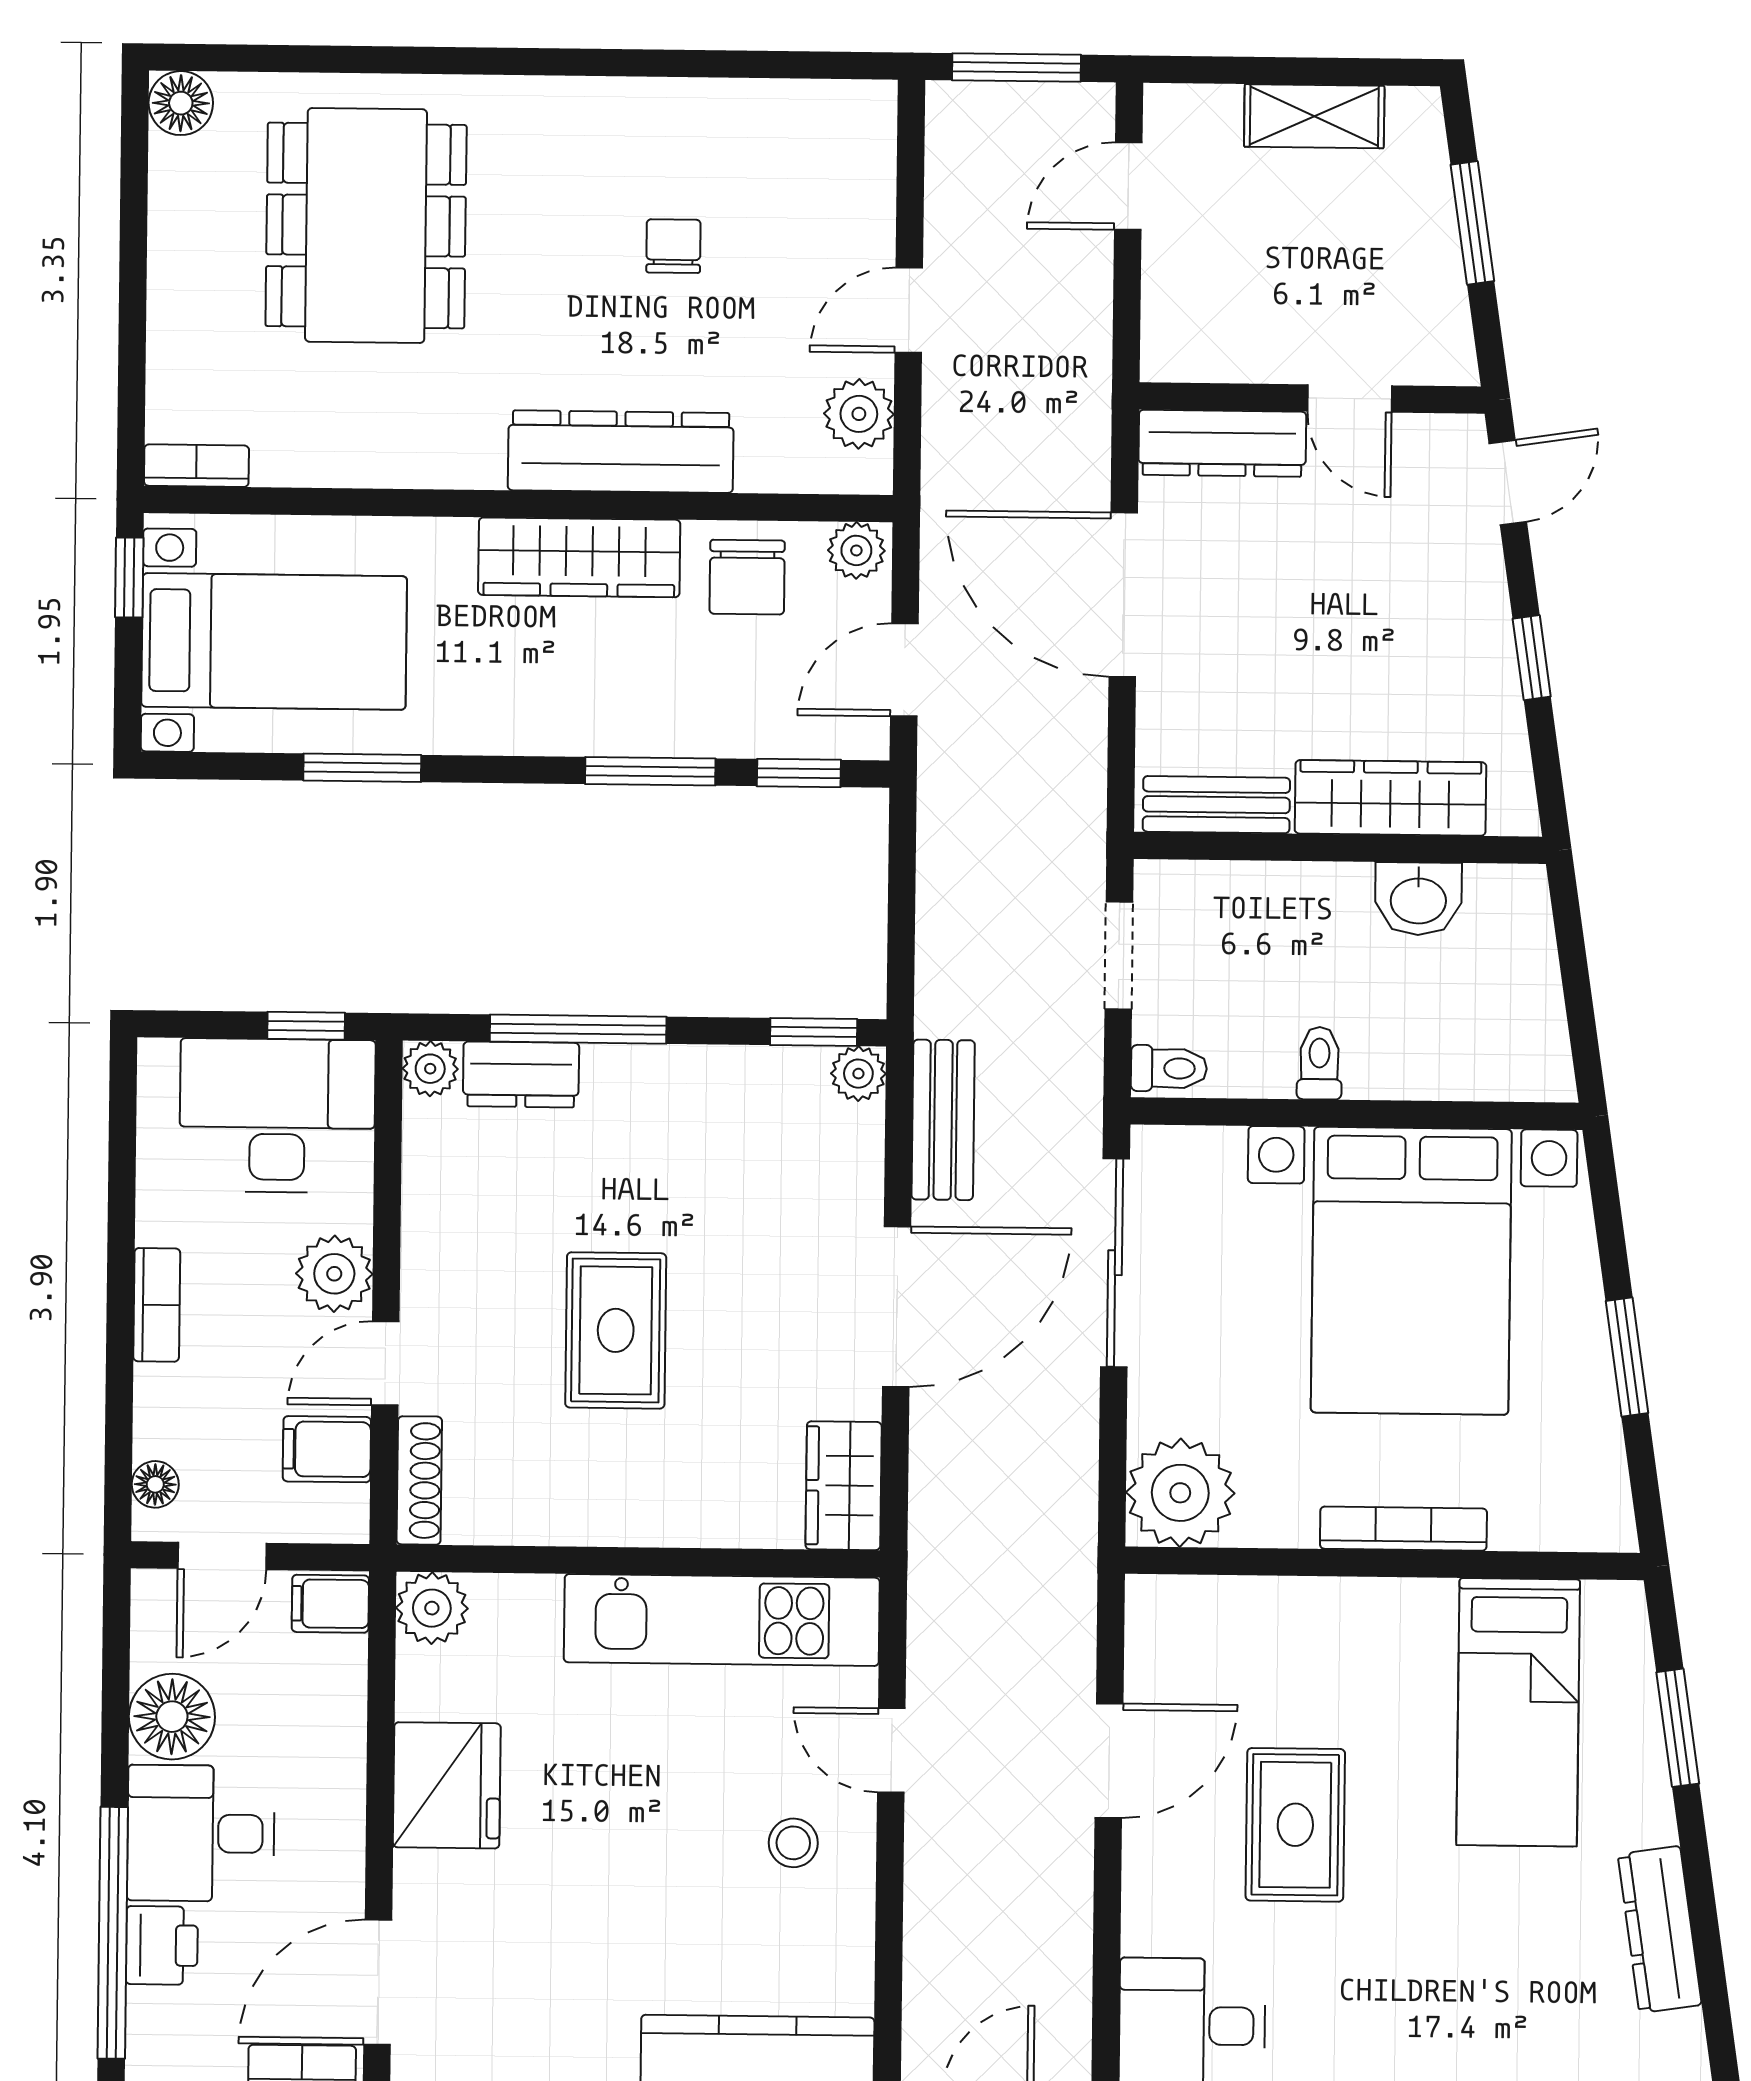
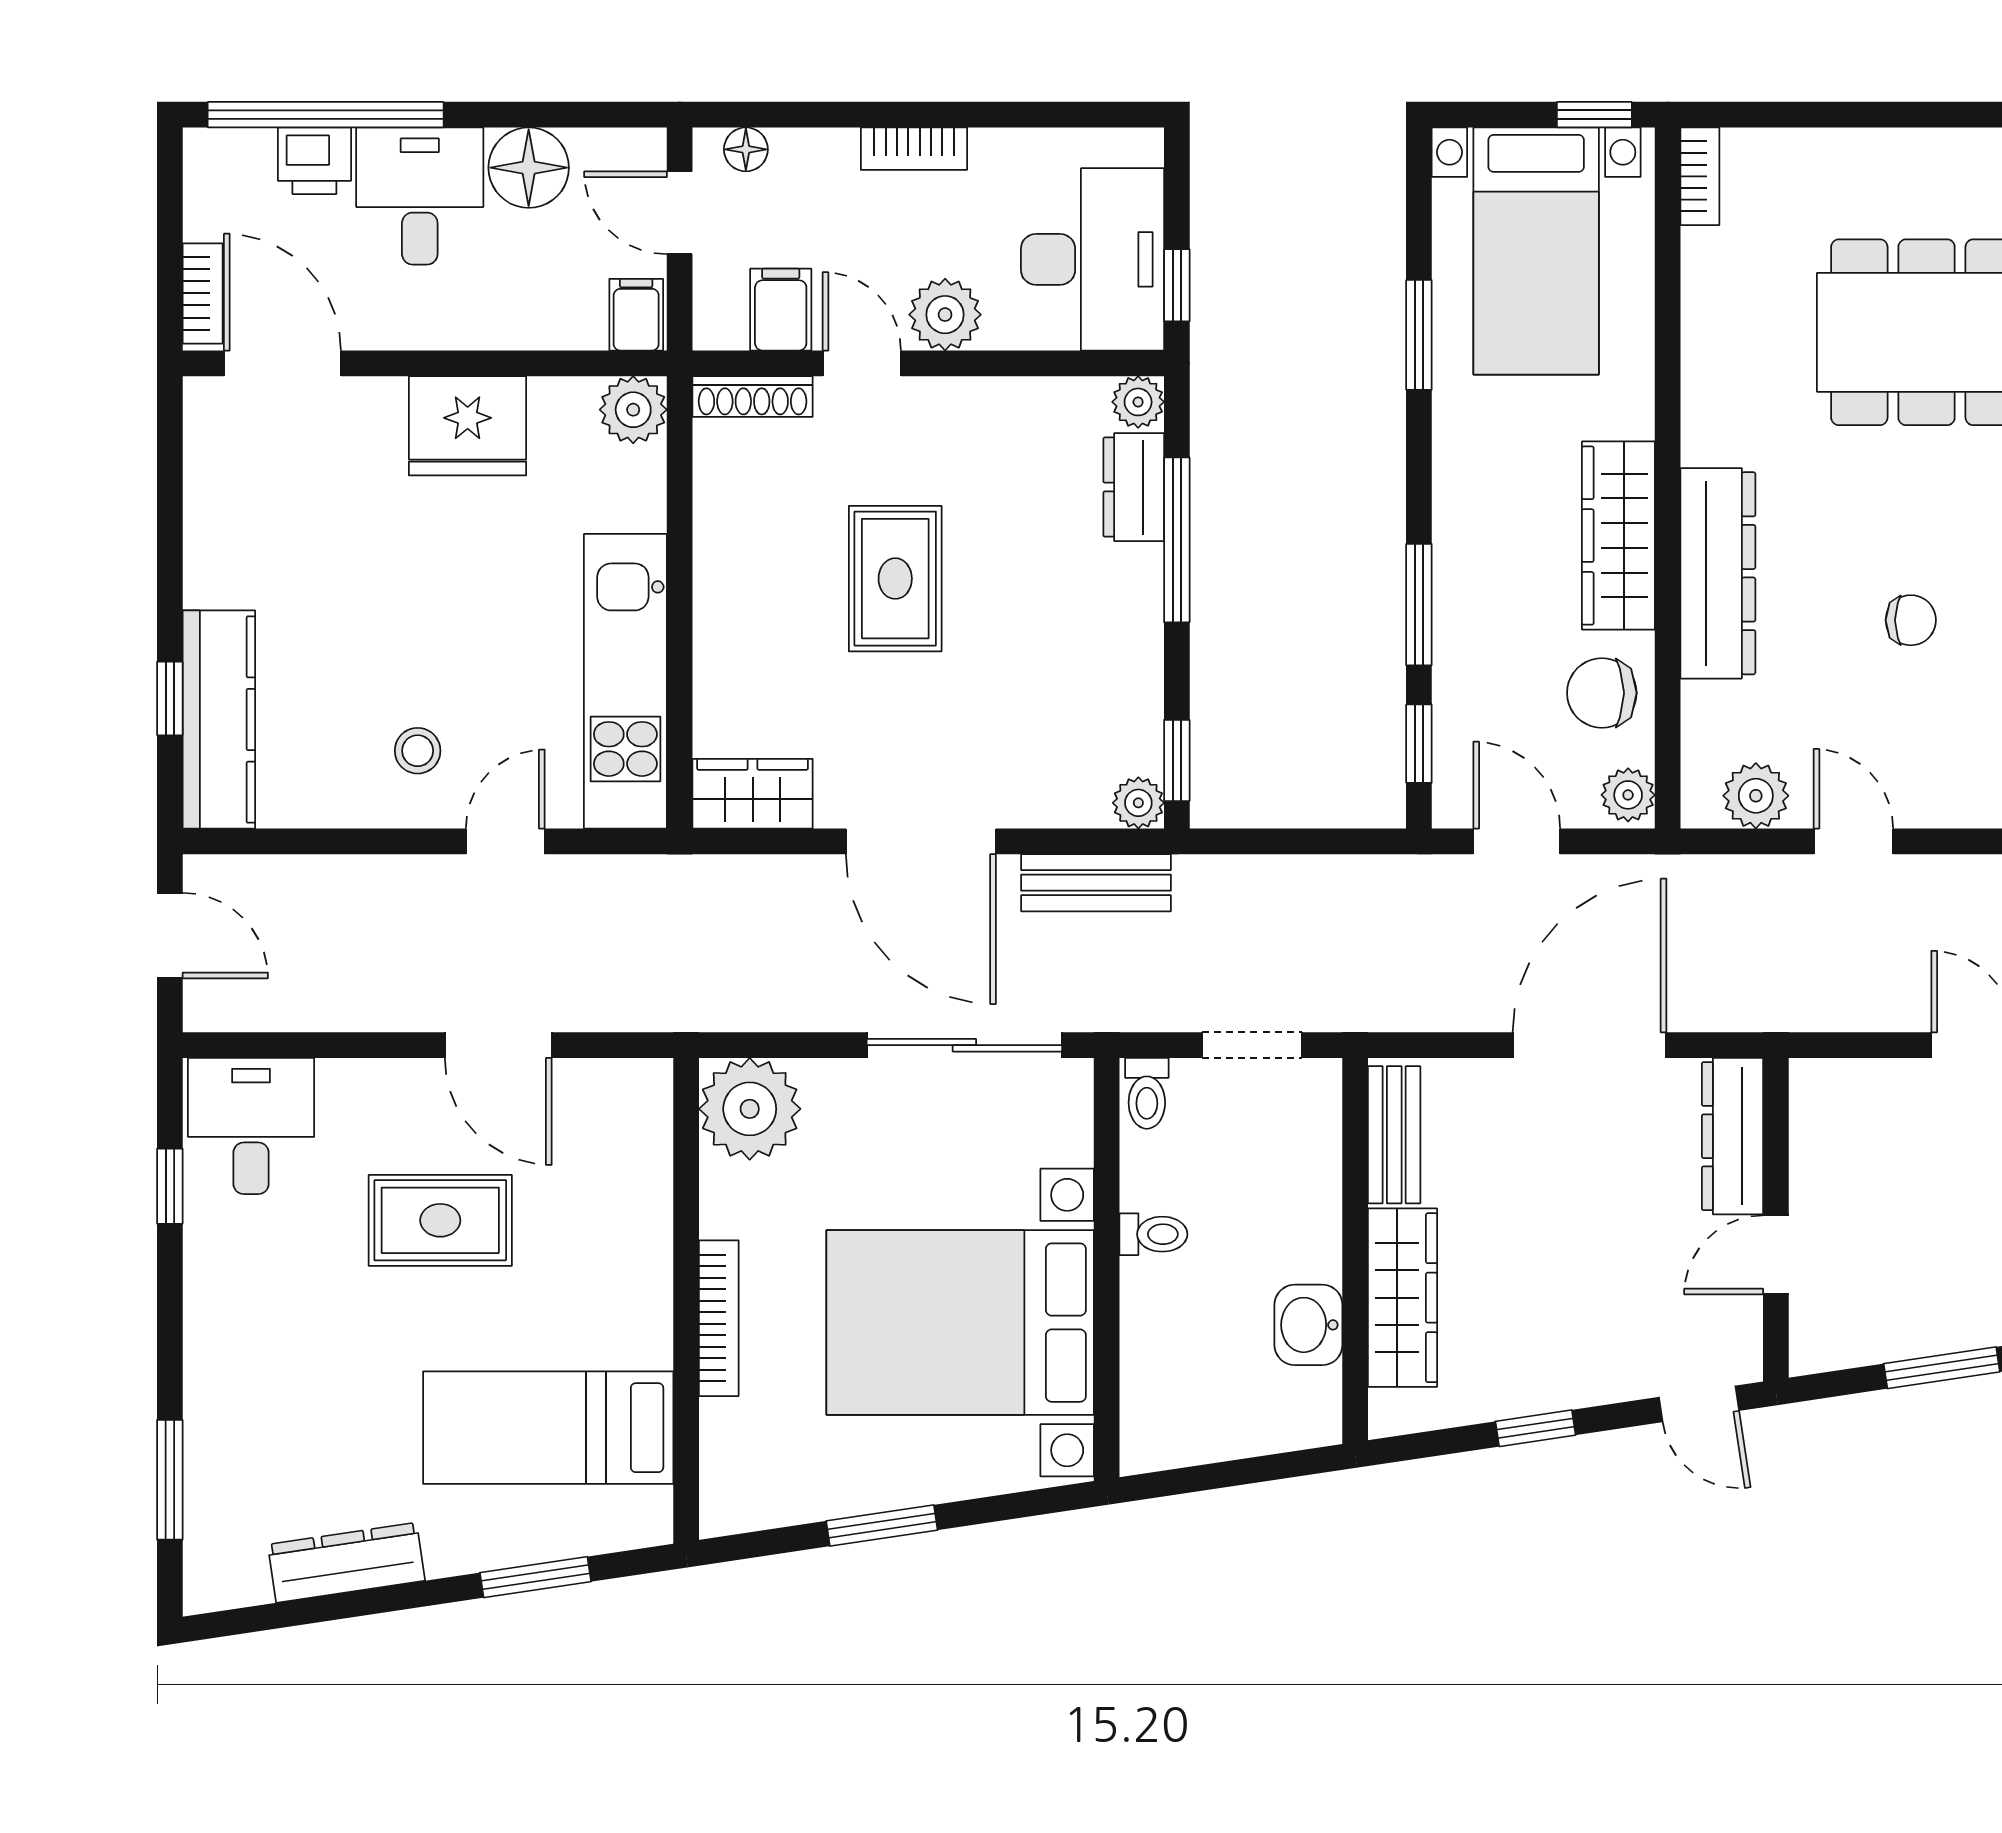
rug: (616, 1330) -> (895, 579), turned 90

